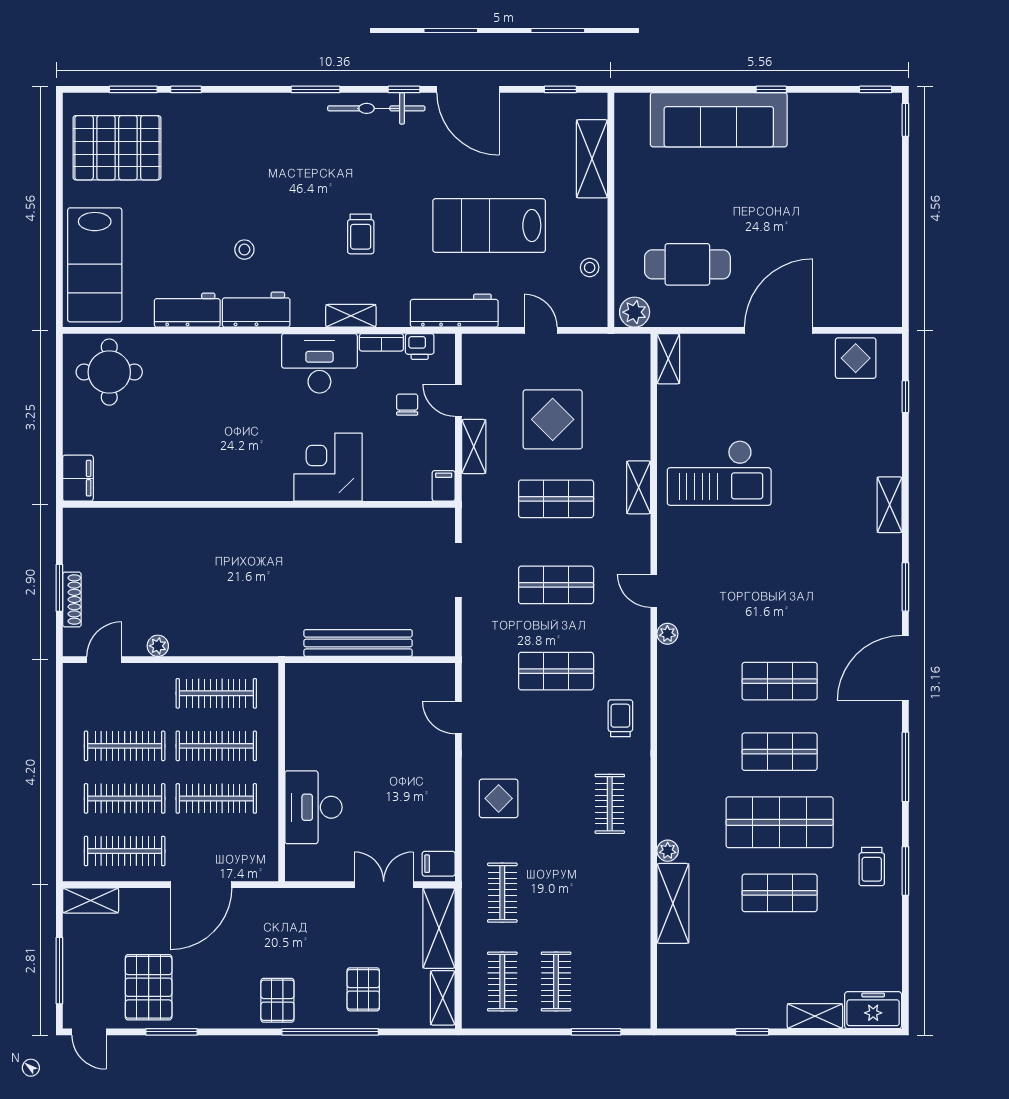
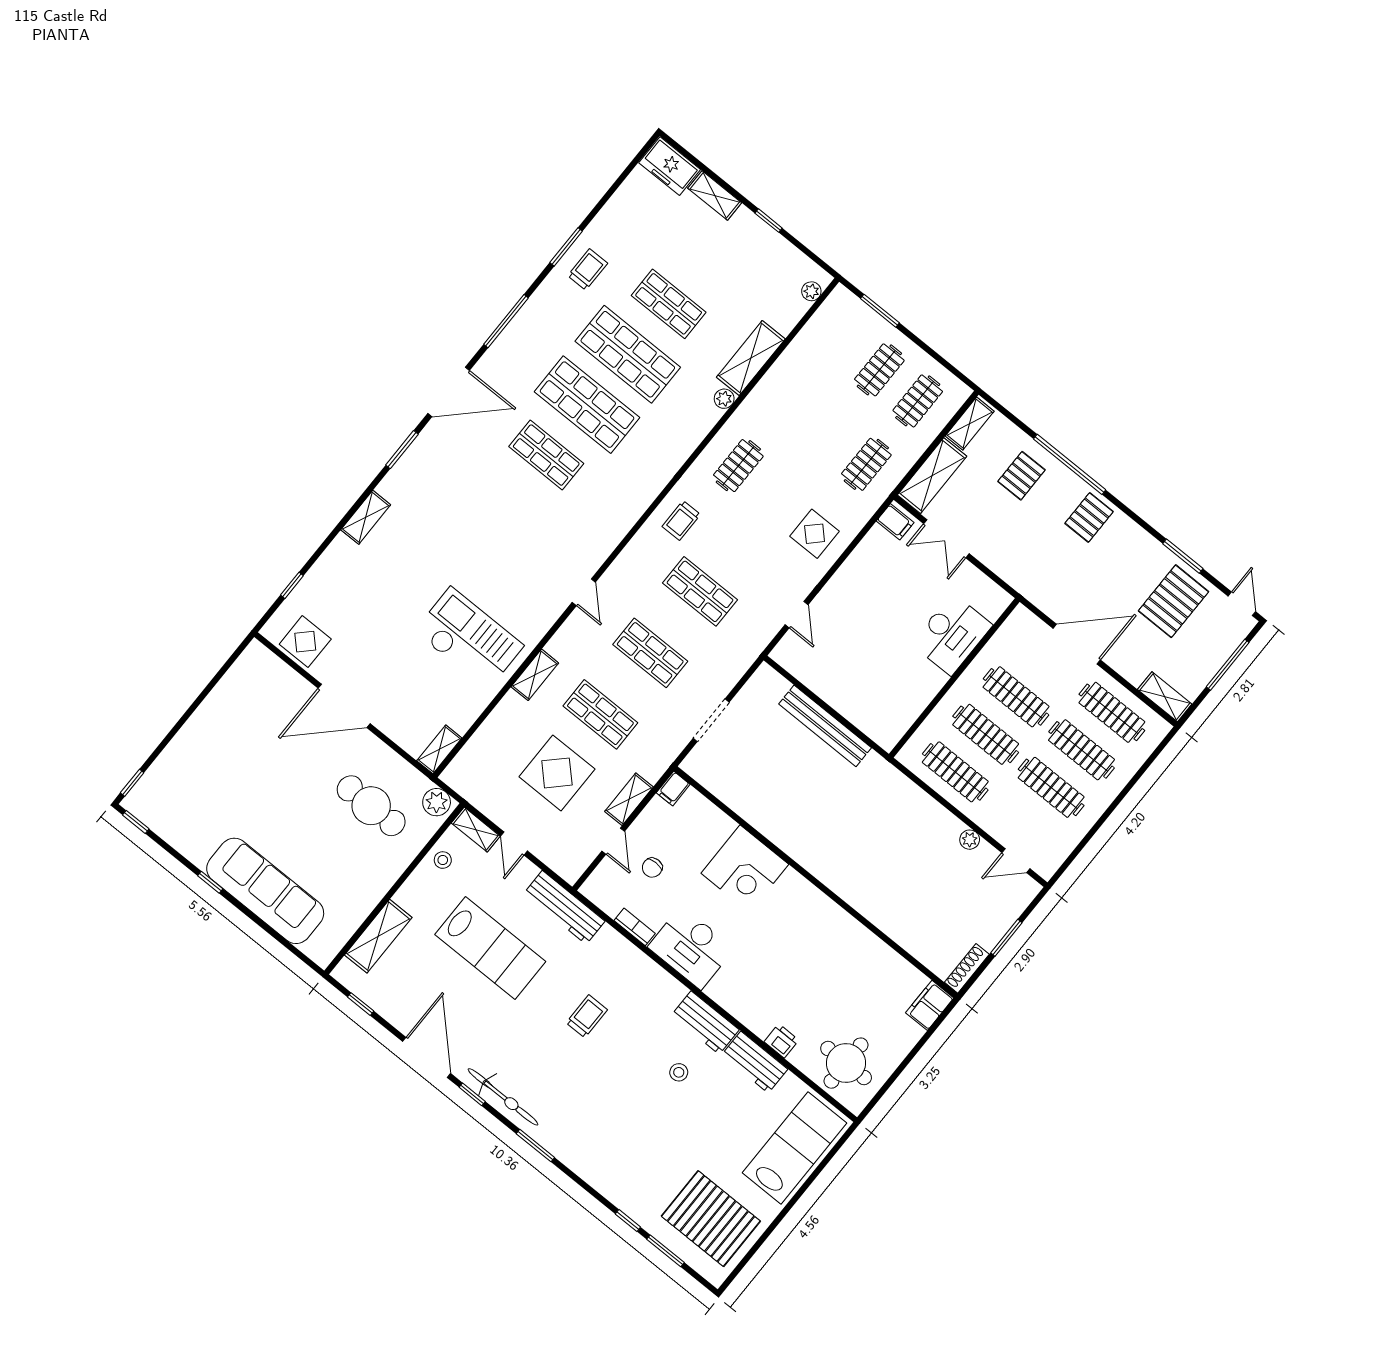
shelving: (351, 316) -> (476, 830), moved
printer: (420, 347) -> (781, 1041), moved
shoe rack: (72, 600) -> (967, 968), moved
plant: (667, 634) -> (811, 291), moved
shop shelf: (780, 752) -> (587, 405), width x1.43, depth x1.36

